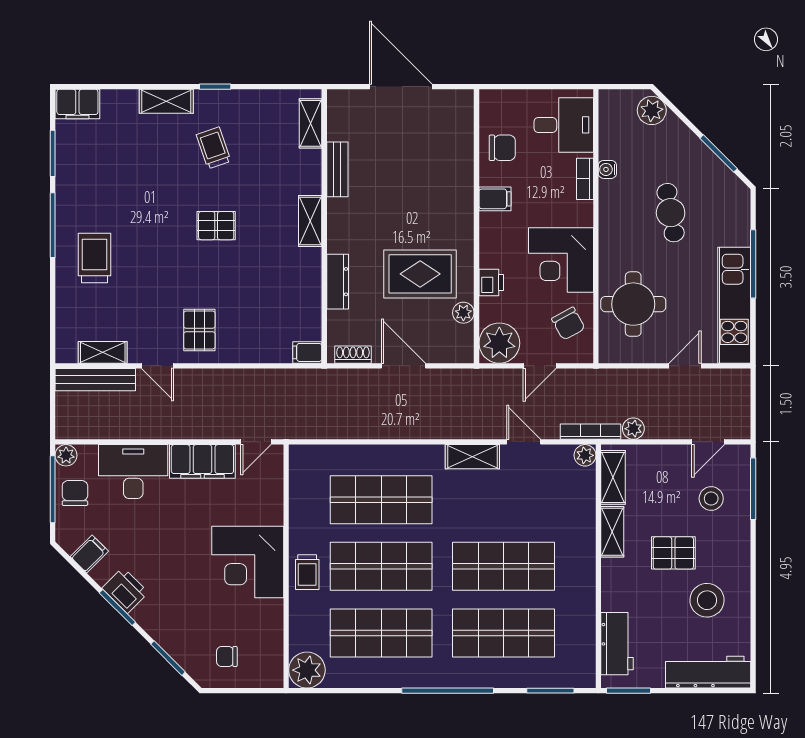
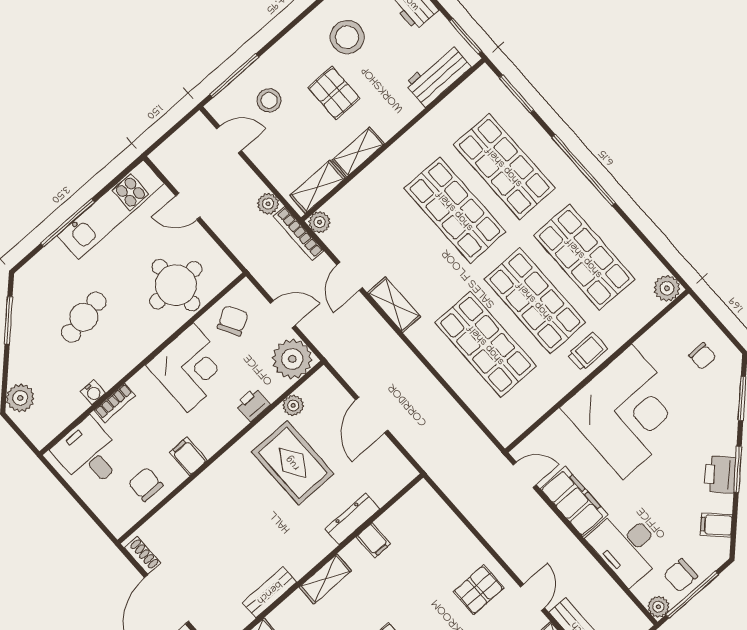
filing cabinet: (307, 352) -> (373, 540), moved
shoe rack: (353, 355) -> (143, 555), moved, turned 180
corner desk: (248, 562) -> (627, 412), width x1.36, depth x1.36
plant: (307, 670) -> (667, 288), width x0.73, depth x0.73

